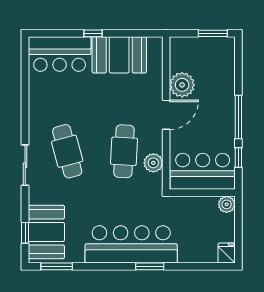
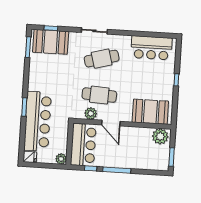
bar counter: (60, 54) -> (151, 48), moved, turned -90
booth: (119, 55) -> (150, 112), moved, turned 90
plant: (182, 85) -> (160, 136), moved
door: (166, 115) -> (111, 123), moved
bar counter: (131, 244) -> (38, 121), moved

